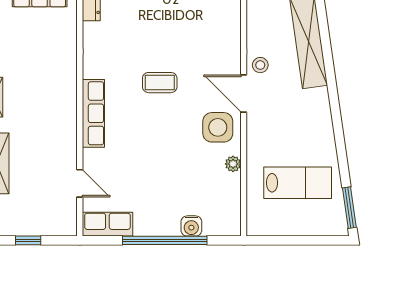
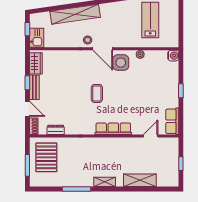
door: (244, 93) -> (103, 49), hinge flipped
water cooler: (191, 226) -> (173, 56), moved
window: (165, 240) -> (181, 91), width x0.32

